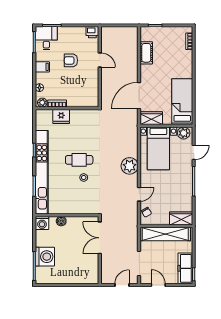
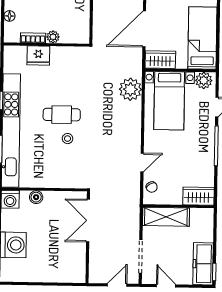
plant: (42, 103) -> (53, 37), moved
plant: (130, 166) -> (130, 89), moved
shelving: (165, 234) -> (166, 217), width x0.68

